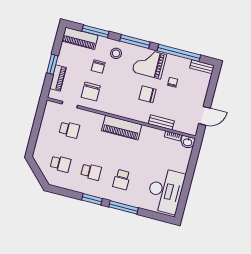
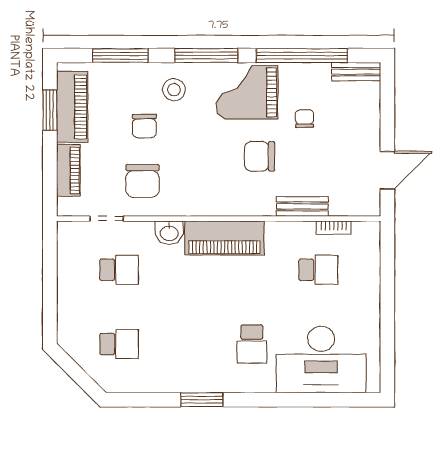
piano: (80, 38) -> (72, 107), moved, turned -90
window: (52, 64) -> (50, 110), moved
washbasin: (188, 142) -> (169, 233), moved
school desk: (91, 172) -> (318, 270), moved
desk: (165, 191) -> (321, 359), moved, turned 90
window: (124, 207) -> (270, 400), removed

